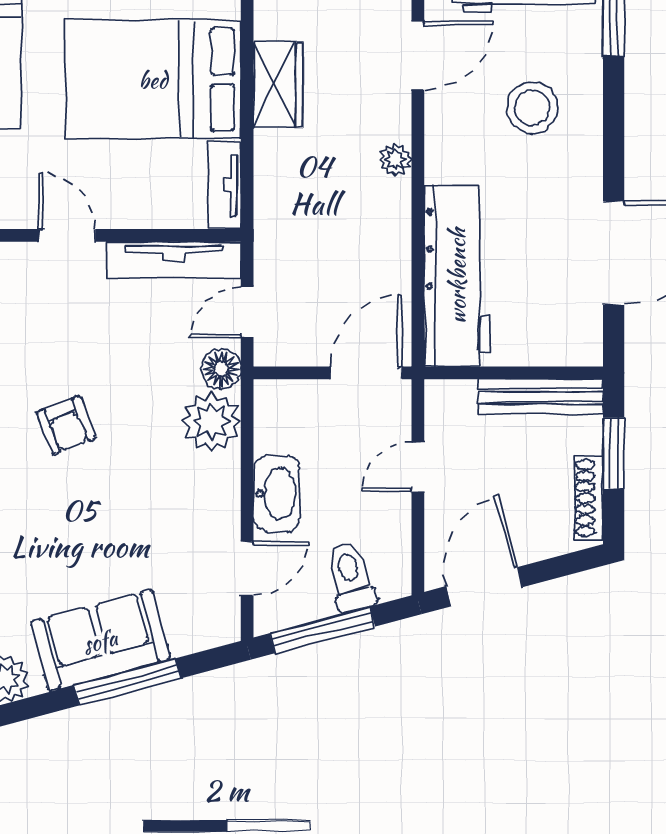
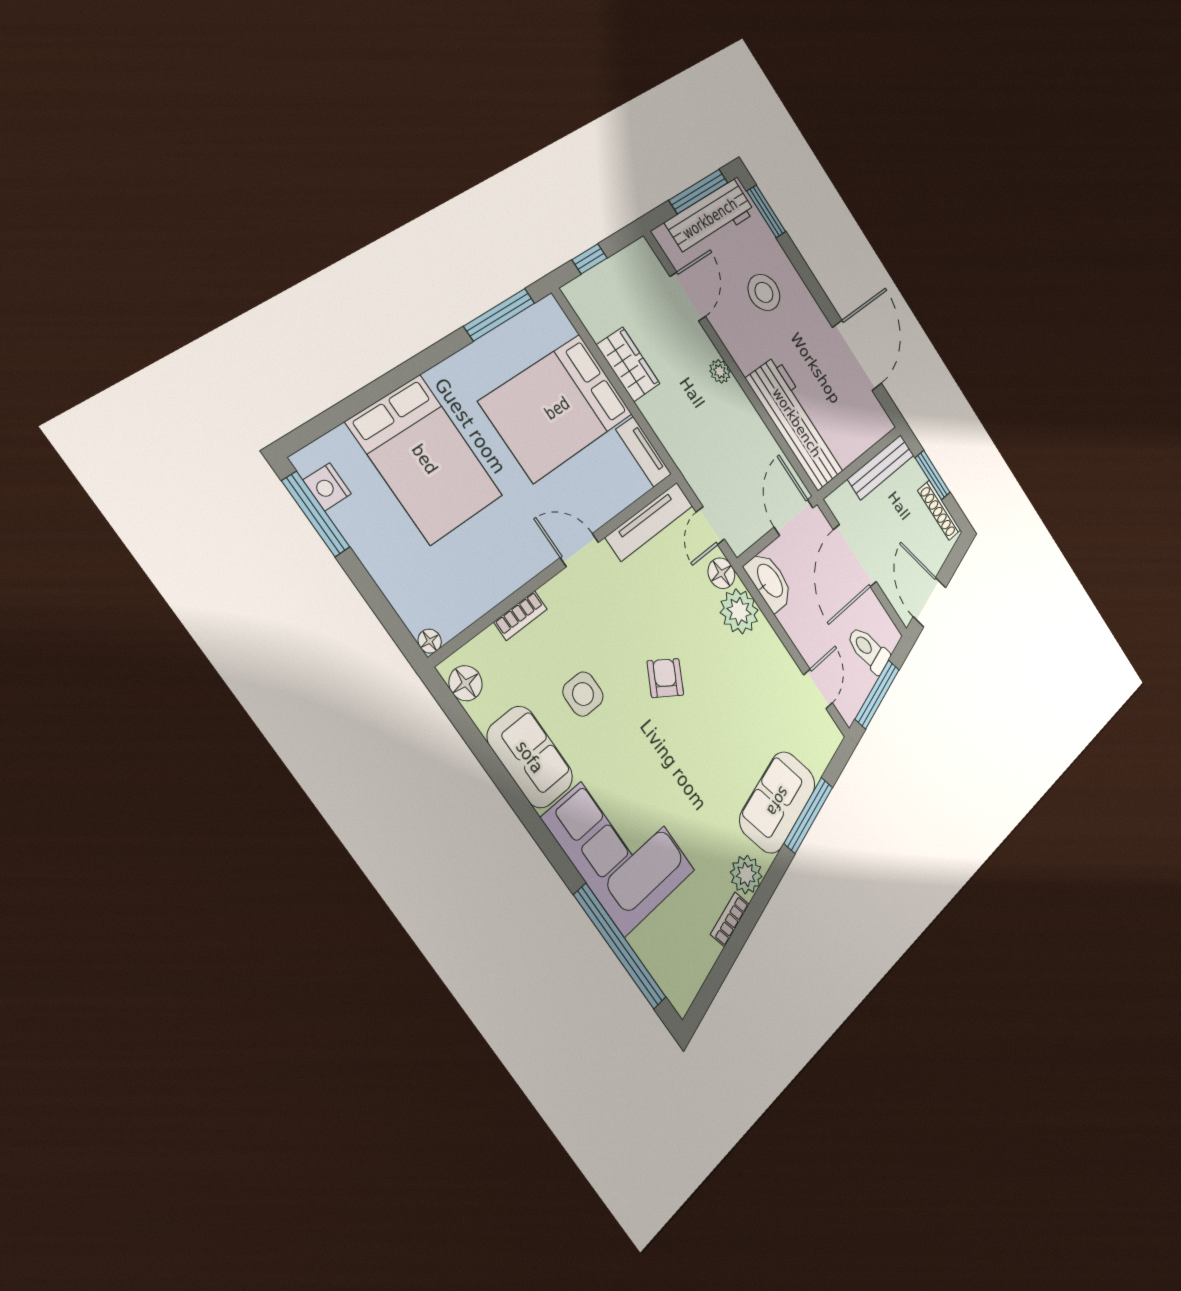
armchair: (66, 425) -> (665, 678), turned -128
door: (418, 467) -> (855, 556), width x1.88
washbasin: (277, 494) -> (769, 581), moved

